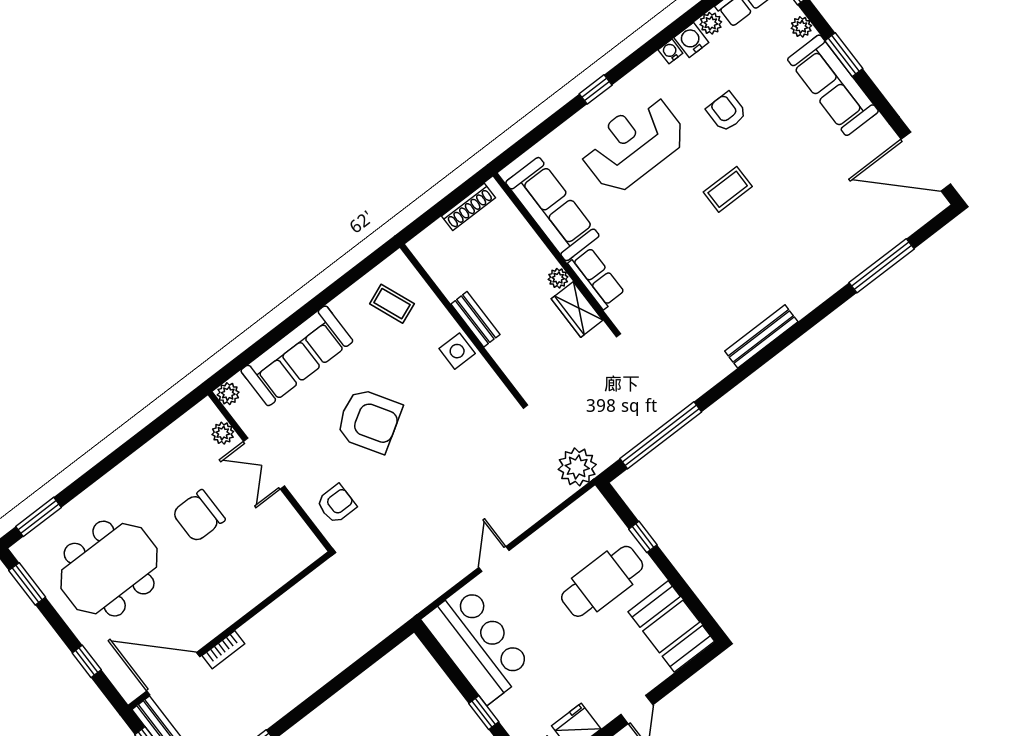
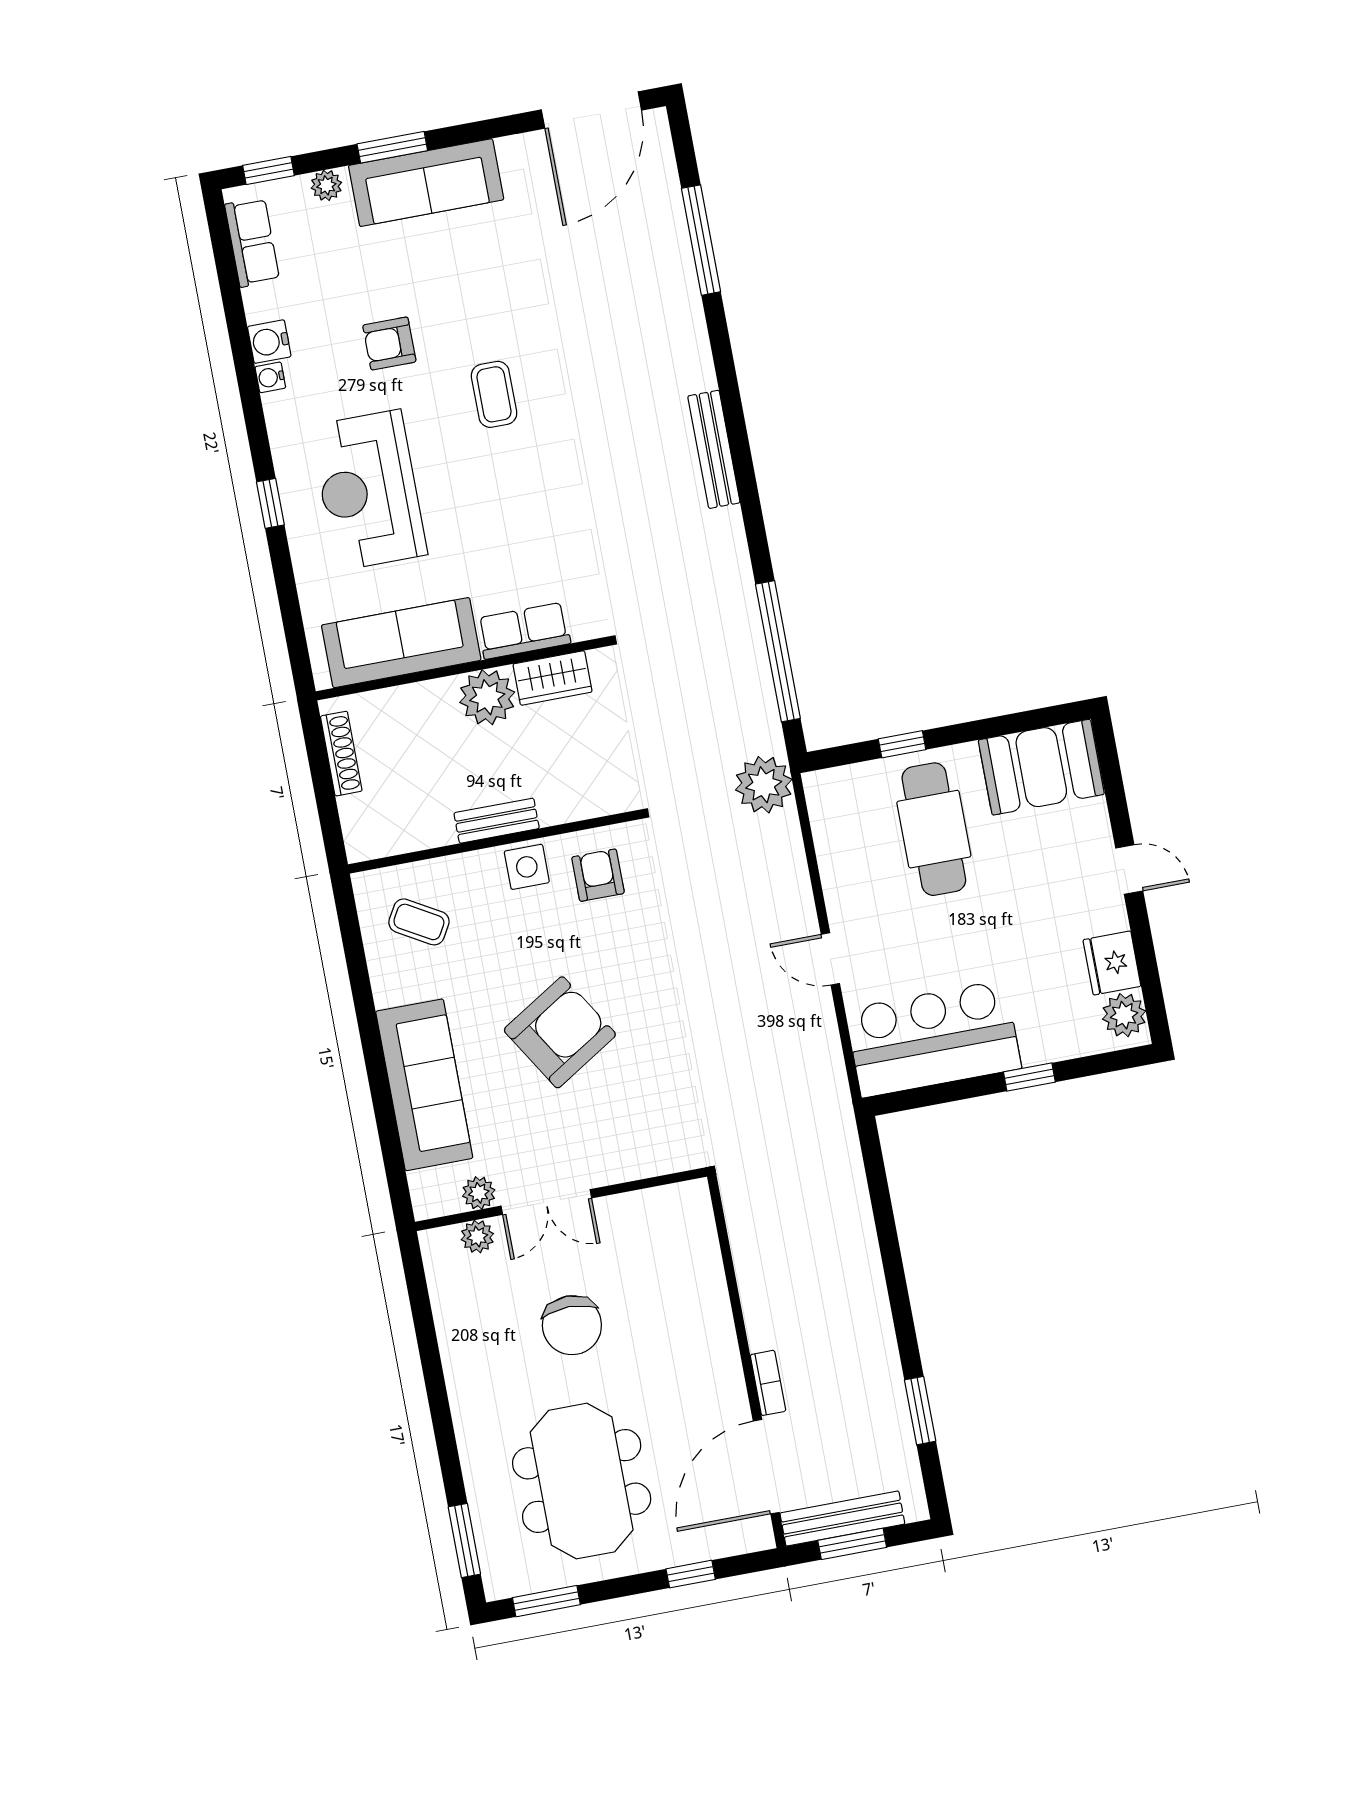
plant: (711, 23) -> (260, 304), removed
plant: (558, 278) -> (487, 697), width x1.87, depth x1.87
coffee table: (392, 304) -> (419, 922), turned 52
plant: (228, 394) -> (479, 1193), moved
armchair: (336, 504) -> (598, 875), moved

